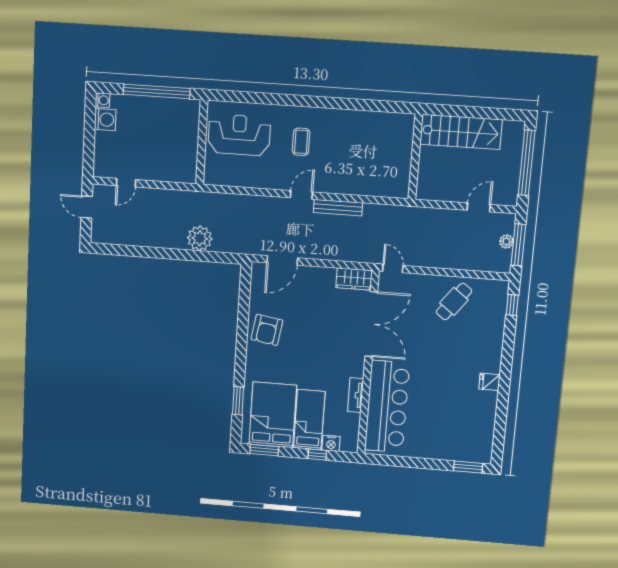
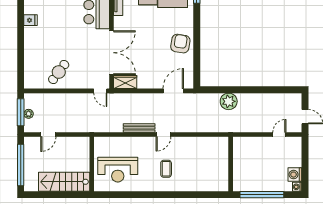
reception desk: (239, 135) -> (118, 170), moved
window: (512, 305) -> (21, 73), removed
double door: (371, 324) -> (111, 53), swing flipped

